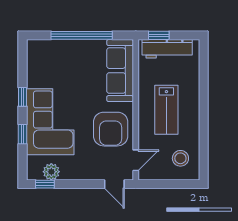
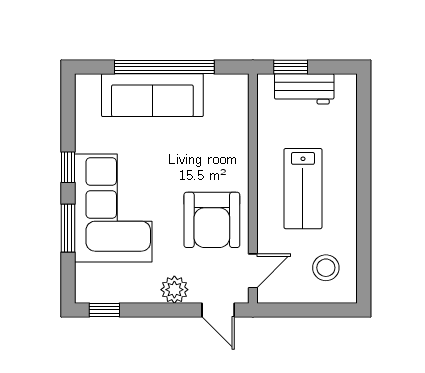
workbench: (167, 49) -> (304, 89), width x0.73
sofa: (120, 71) -> (152, 95), moved, turned -90
window: (22, 134) -> (68, 228), width x1.50
plant: (51, 172) -> (174, 290), moved

